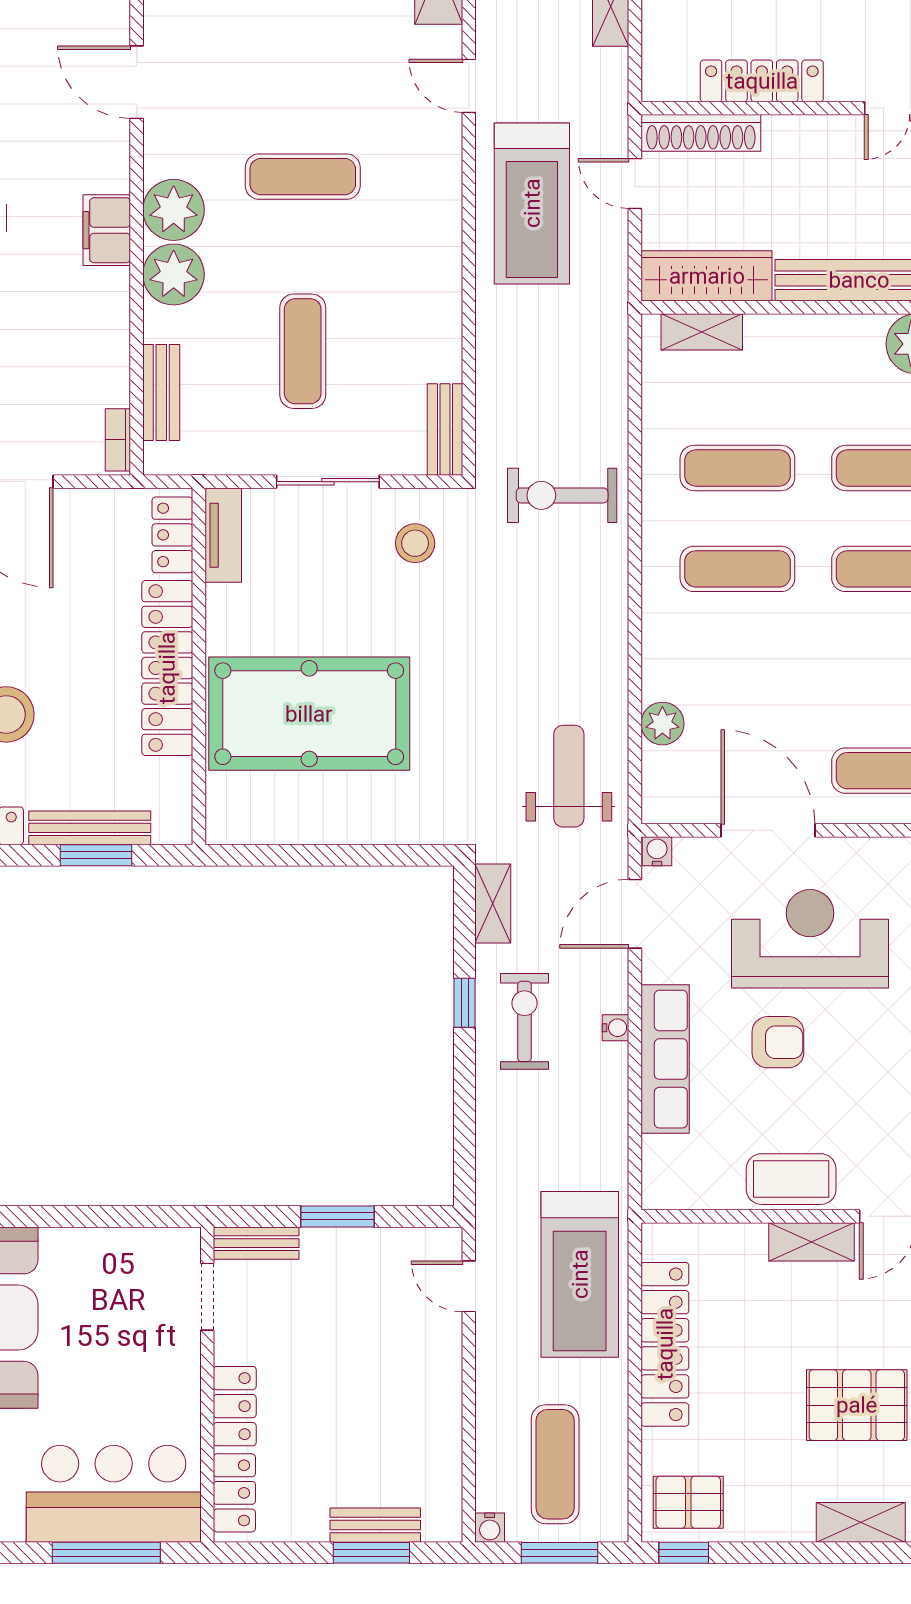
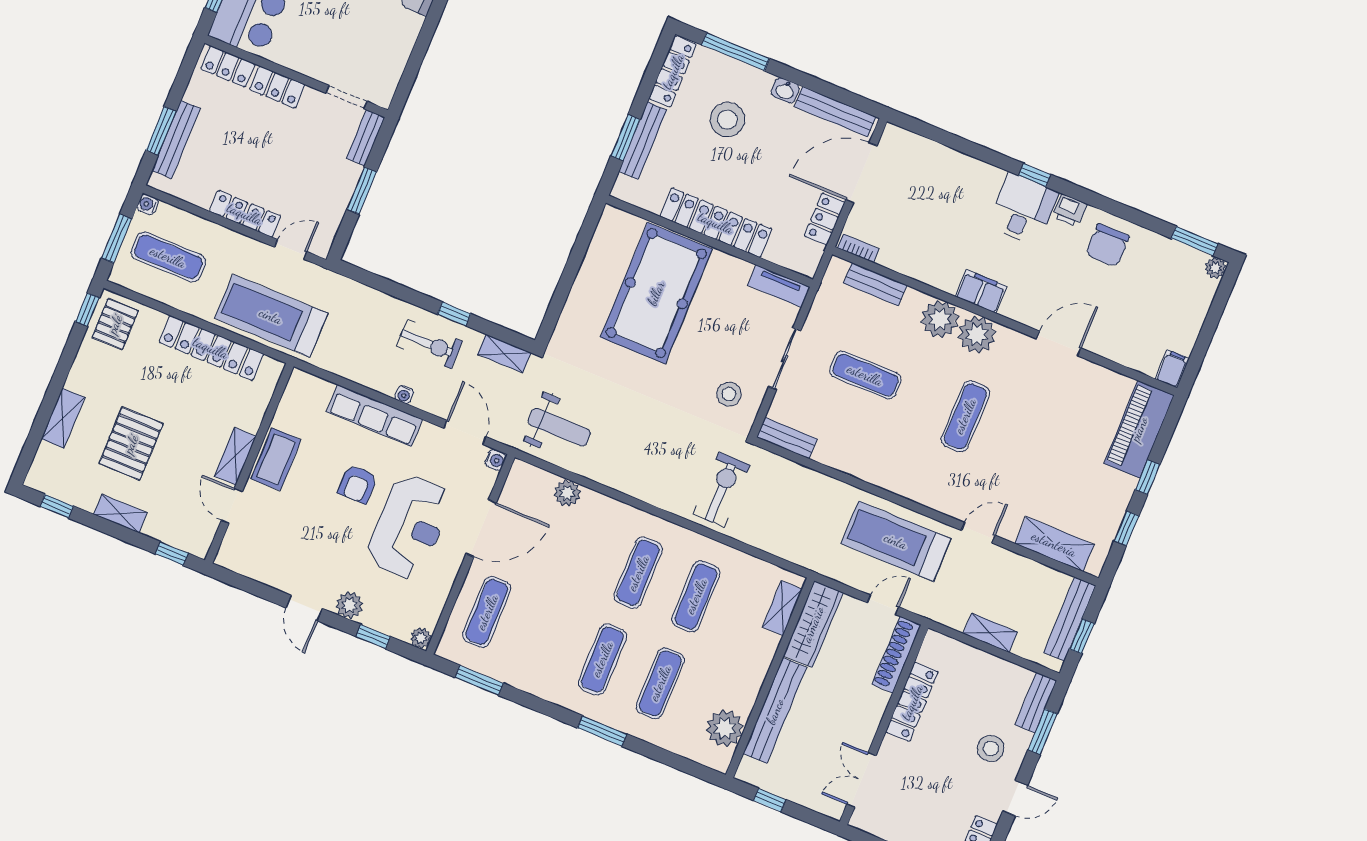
locker: (172, 535) -> (825, 219), moved, turned -90
locker: (444, 1376) -> (245, 214), added
bench: (375, 1525) -> (176, 140), width x1.36

